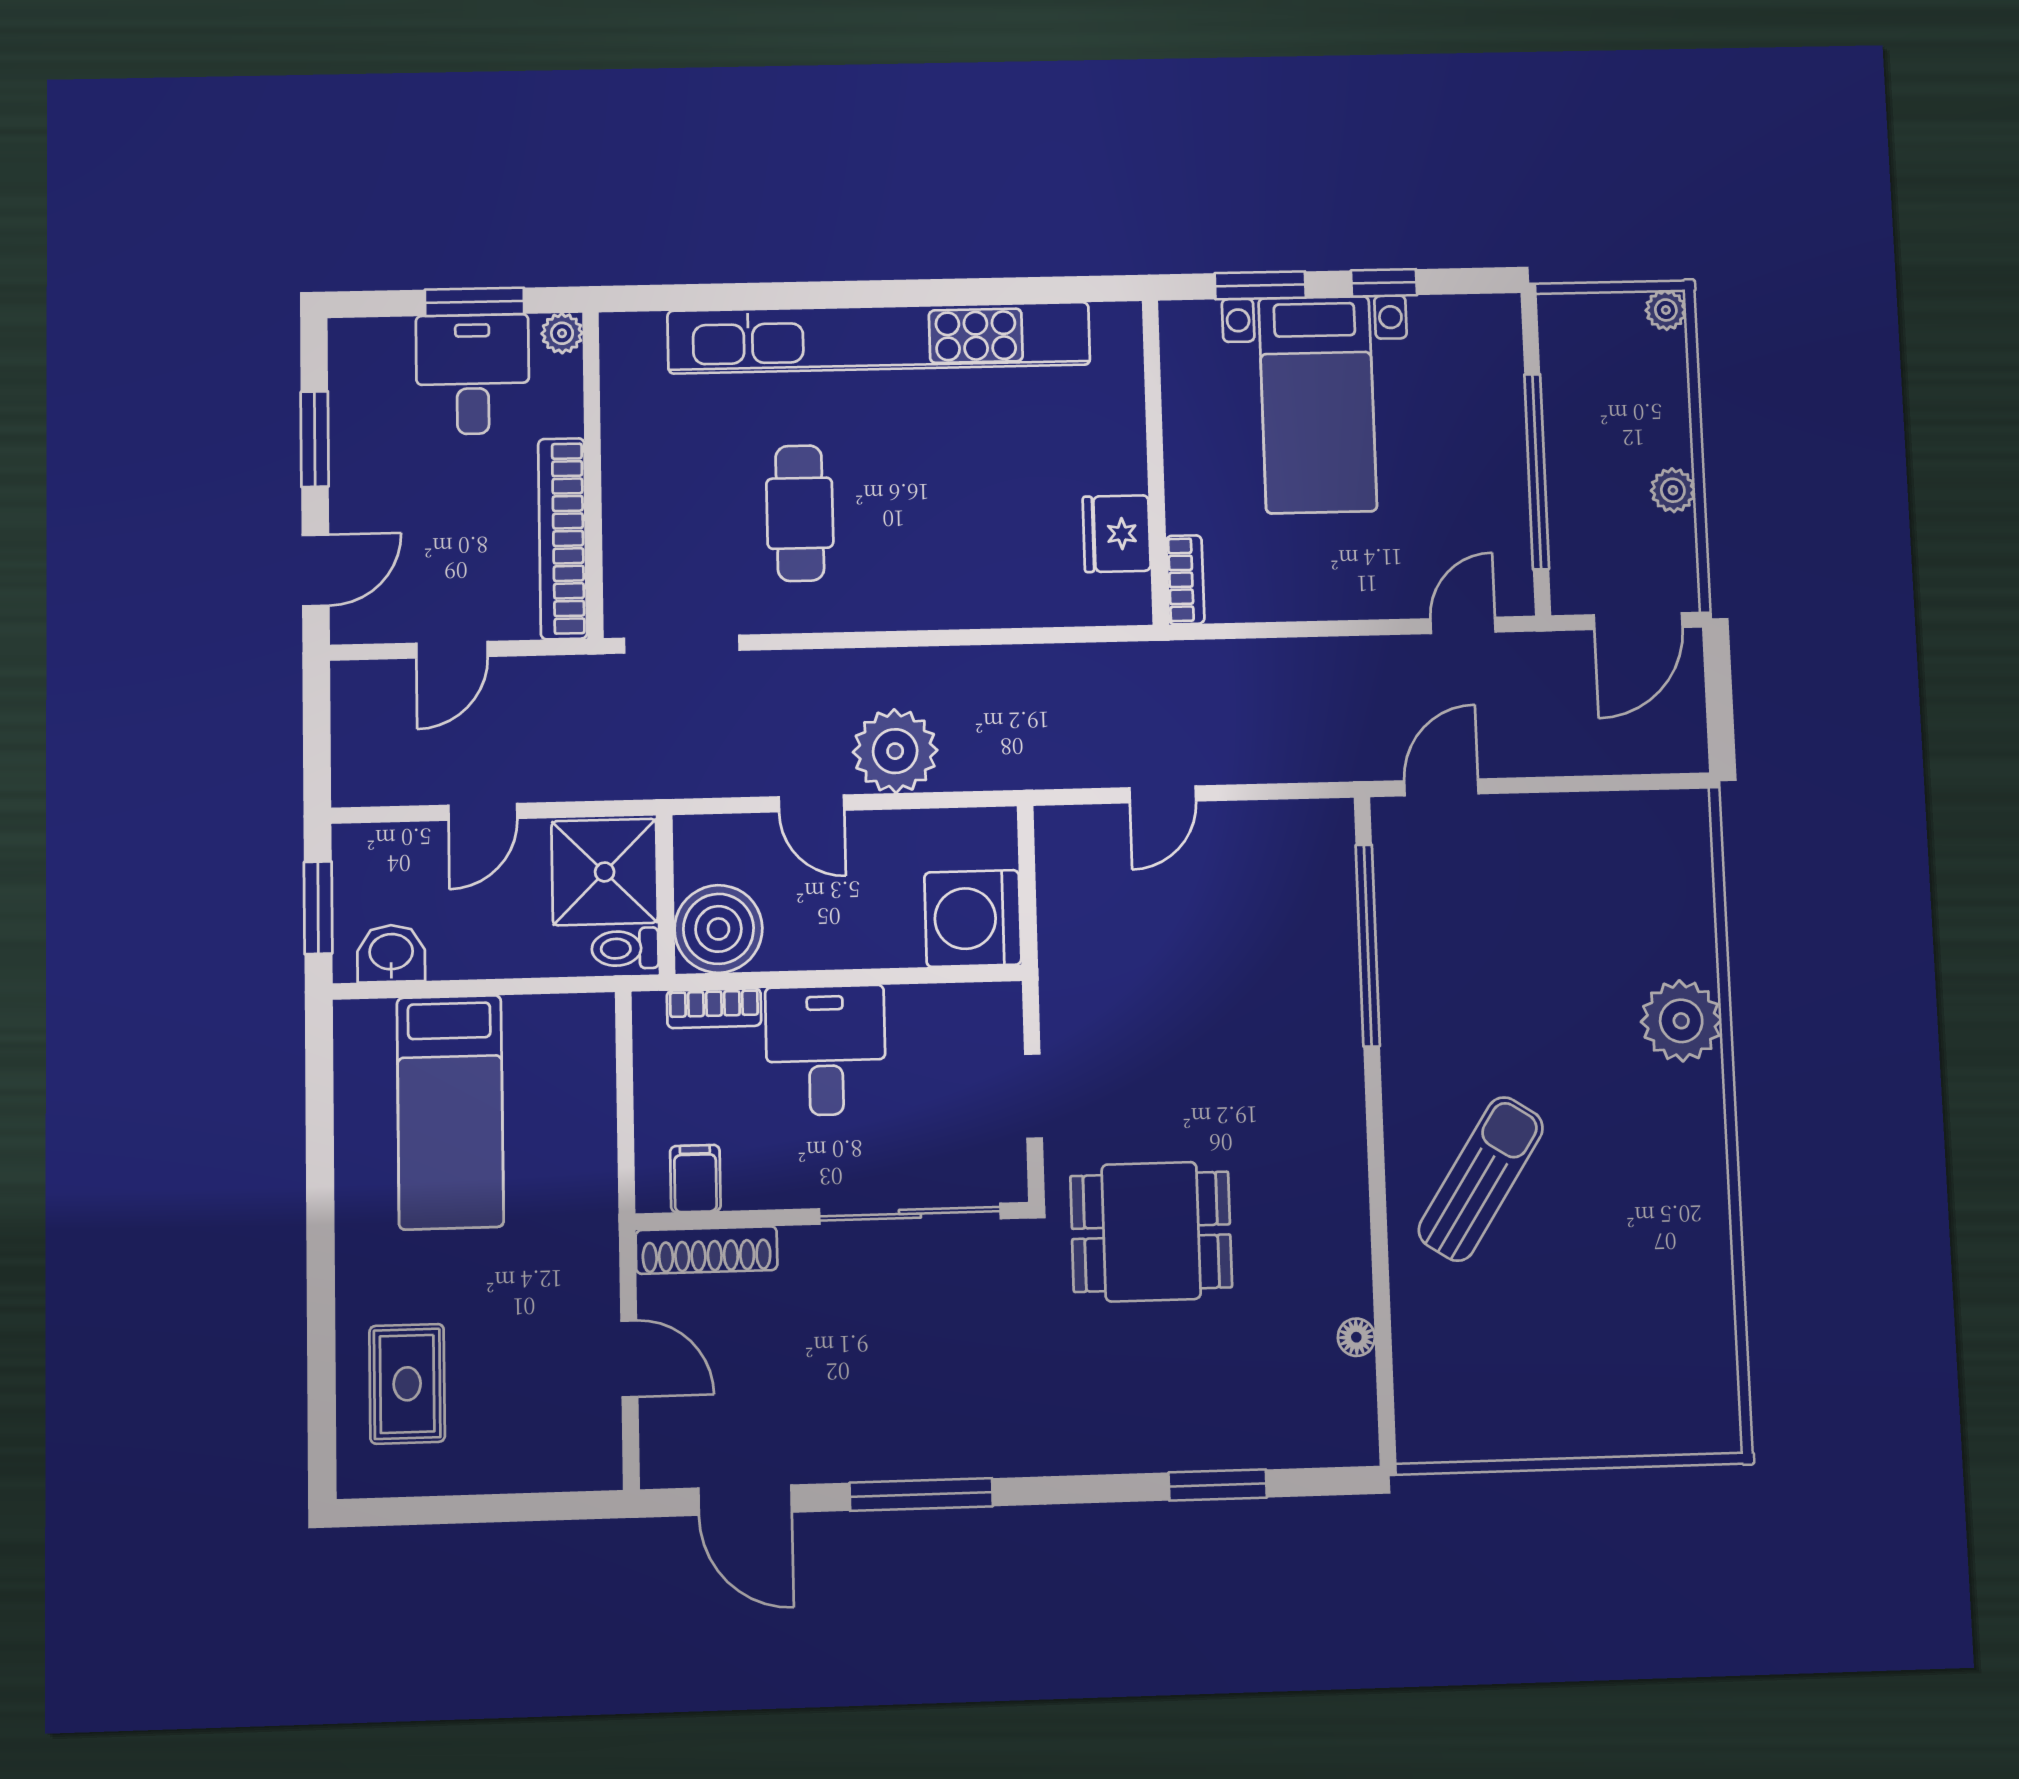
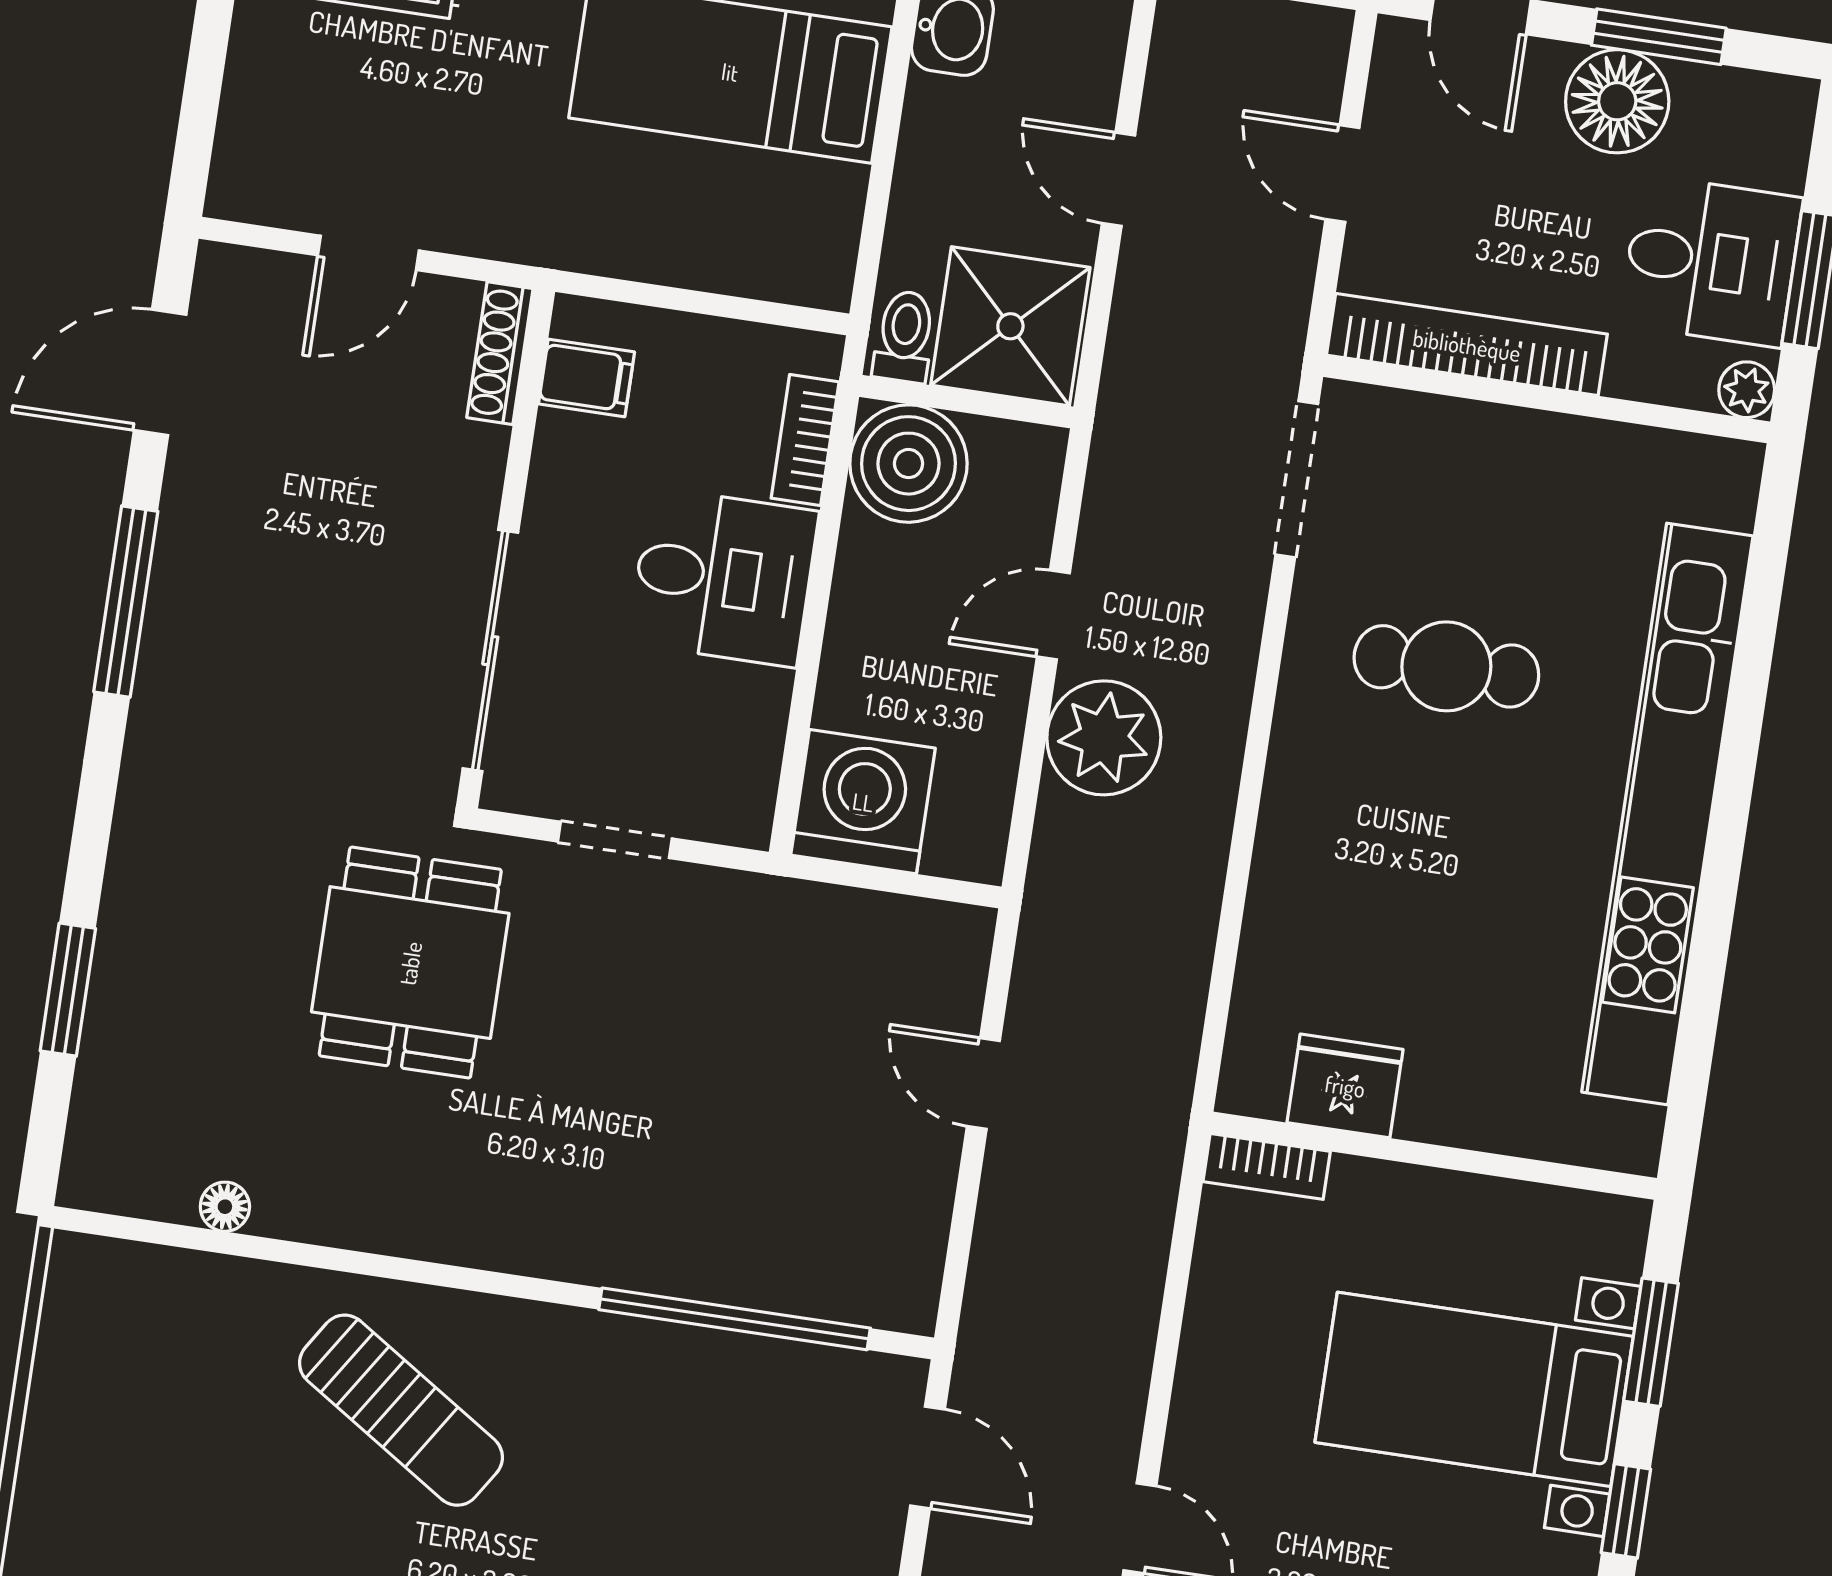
floor lamp: (367, 461) -> (1617, 101), added
shoe rack: (706, 1250) -> (500, 353), width x0.74, depth x0.81

